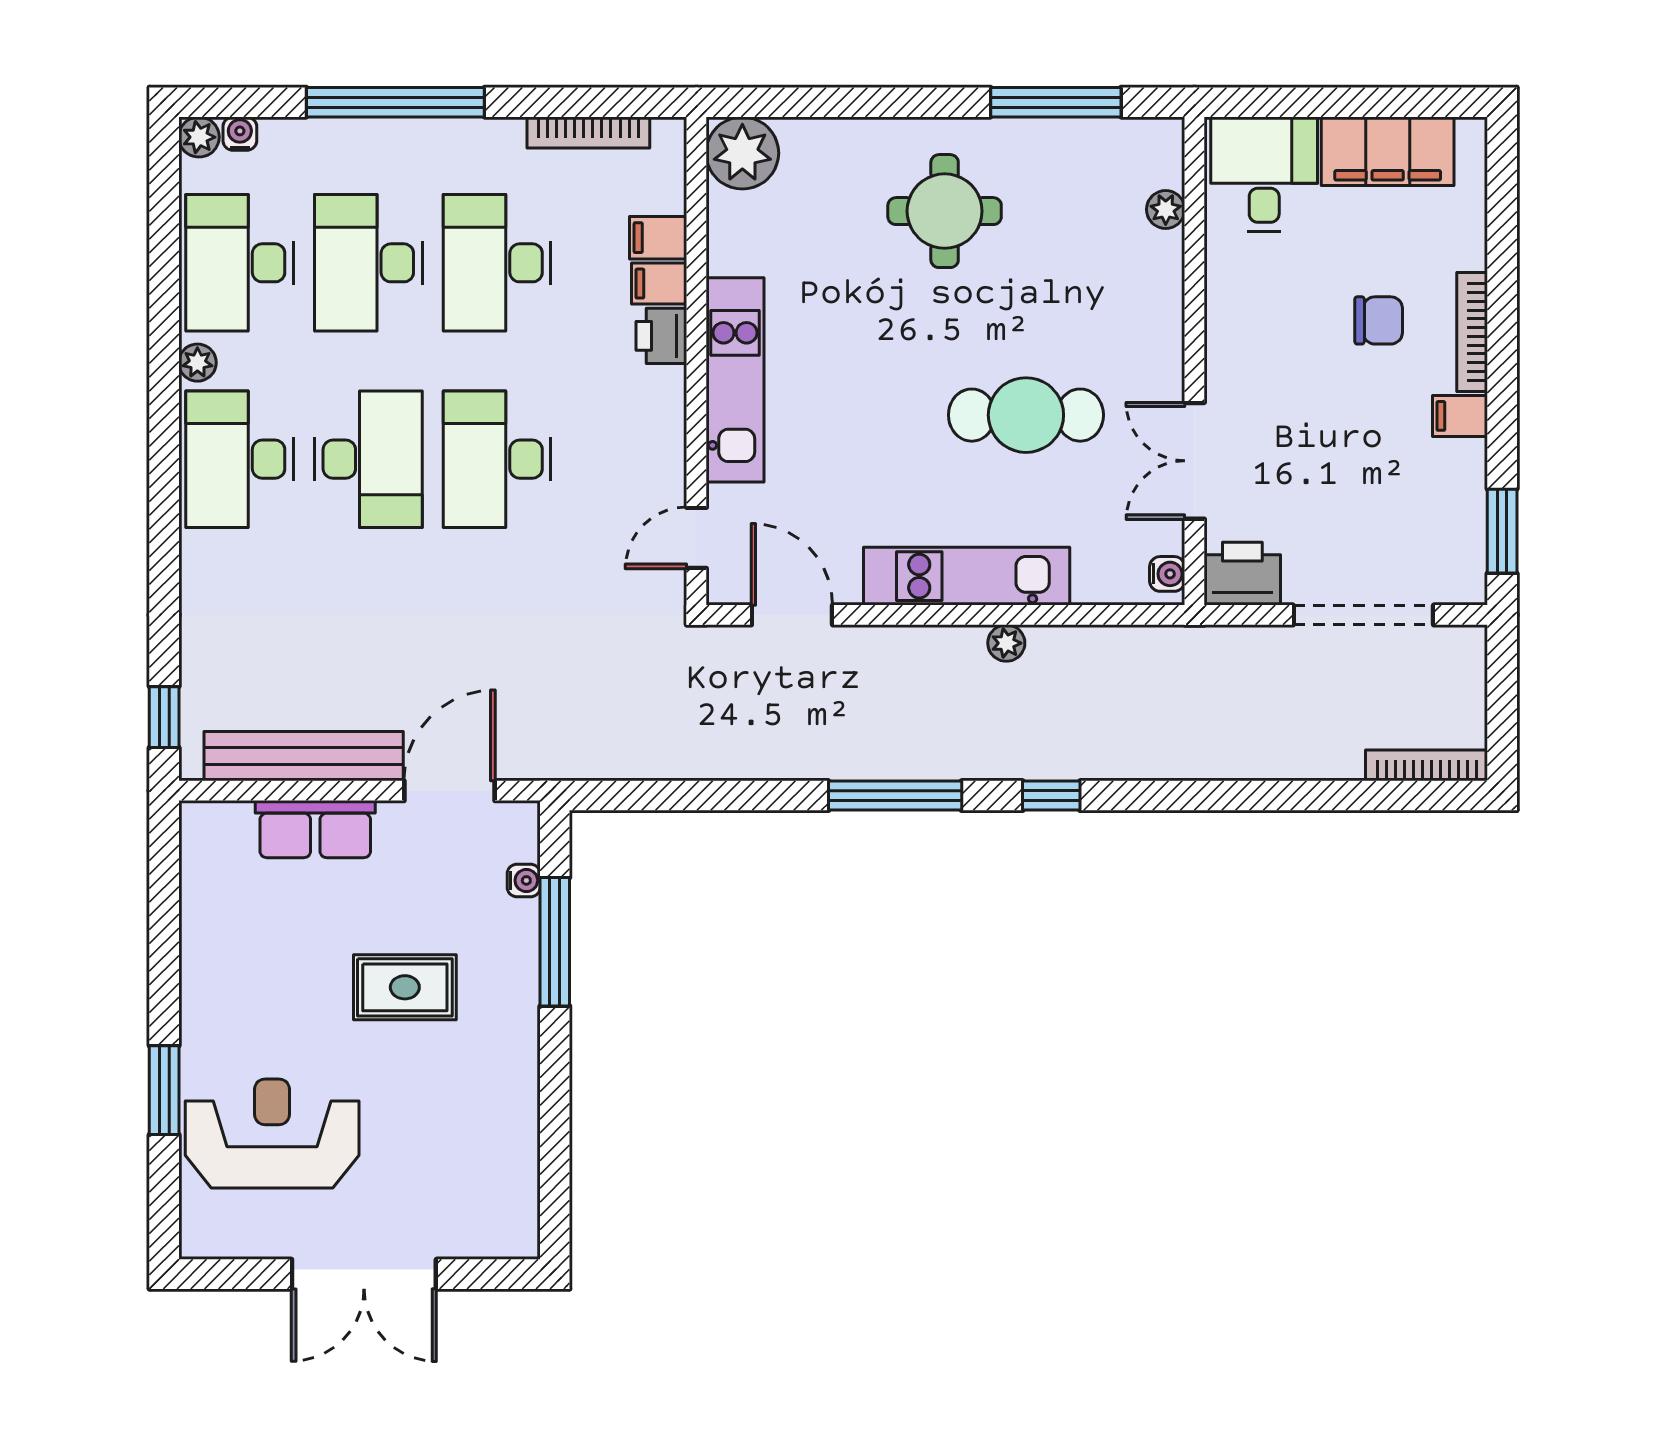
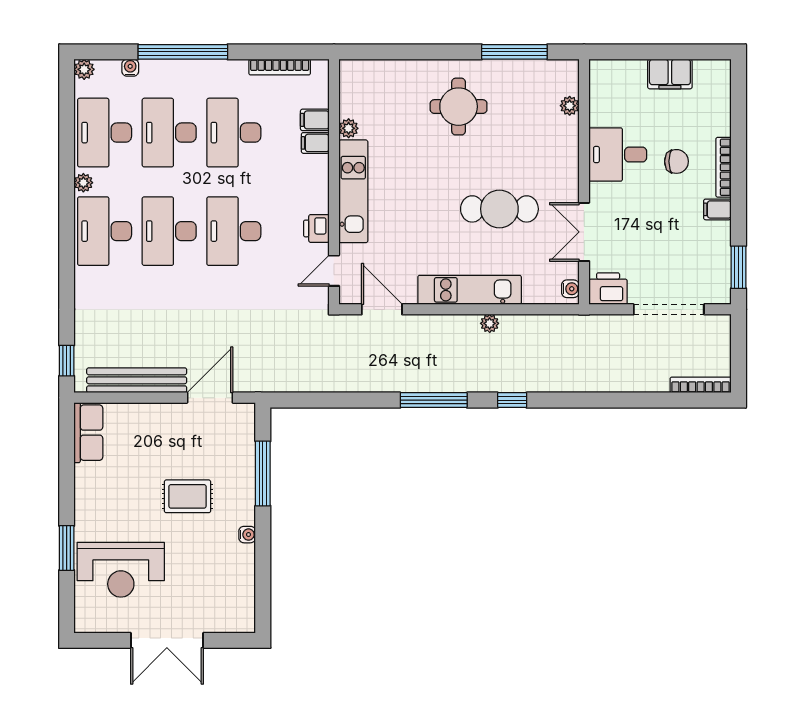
water cooler: (240, 134) -> (130, 68), moved
filing cabinet: (1388, 151) -> (670, 74), width x0.67, depth x0.86
plant: (742, 153) -> (349, 128), moved, width x0.53, depth x0.53
desk: (1264, 174) -> (618, 155), moved, turned -90
printer: (661, 336) -> (316, 228), moved
desk: (368, 459) -> (169, 231), turned 180
row of seats: (315, 829) -> (88, 433), moved, turned -90
water cooler: (524, 880) -> (247, 535), moved
reception desk: (272, 1133) -> (121, 570), turned 180

